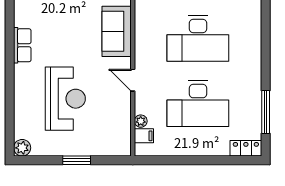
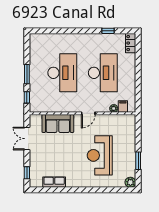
row of seats: (22, 45) -> (54, 182), moved
reception desk: (65, 99) -> (100, 155), turned -90
window: (266, 112) -> (108, 31), width x0.46
window: (77, 160) -> (138, 161), moved

